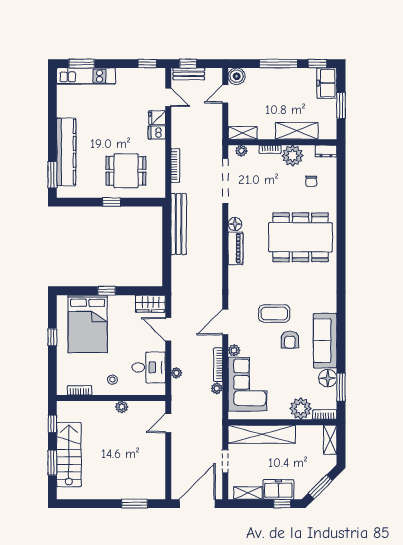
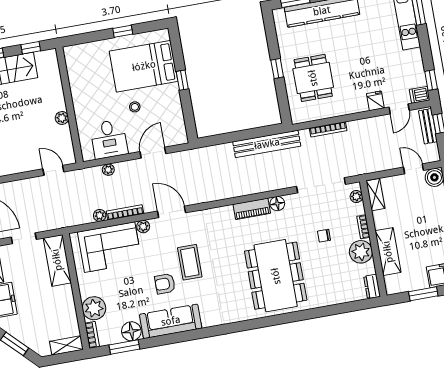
dishwasher: (157, 132) -> (420, 95), moved, turned -90
chair: (311, 181) -> (324, 236), moved
wardrobe: (150, 304) -> (177, 129), removed
stool: (112, 380) -> (135, 107), moved
bookcase: (80, 390) -> (72, 70), removed
shelving: (262, 434) -> (57, 260), width x0.68

